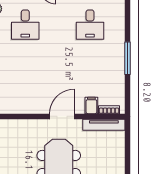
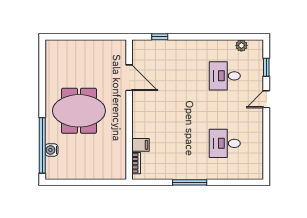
door: (62, 116) -> (129, 78), moved
tv unit: (104, 125) -> (120, 158), removed

